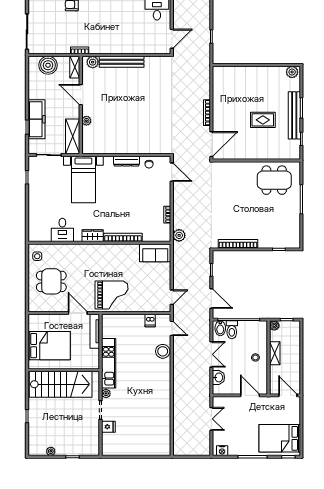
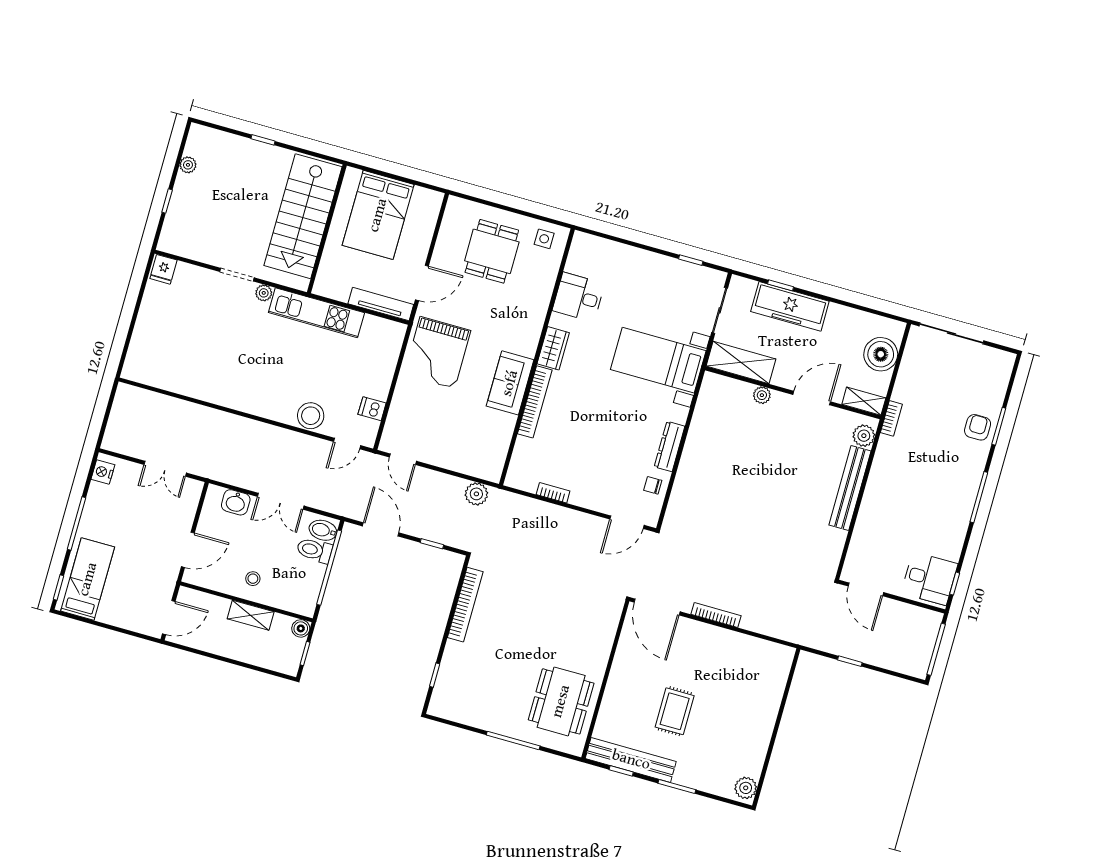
bench: (294, 115) -> (631, 760), moved
plant: (179, 235) -> (476, 494), moved
sofa: (155, 253) -> (510, 383), moved
door: (211, 299) -> (381, 529), swing flipped
fridge: (108, 427) -> (163, 269), moved
bed: (280, 438) -> (88, 579), width x0.67

